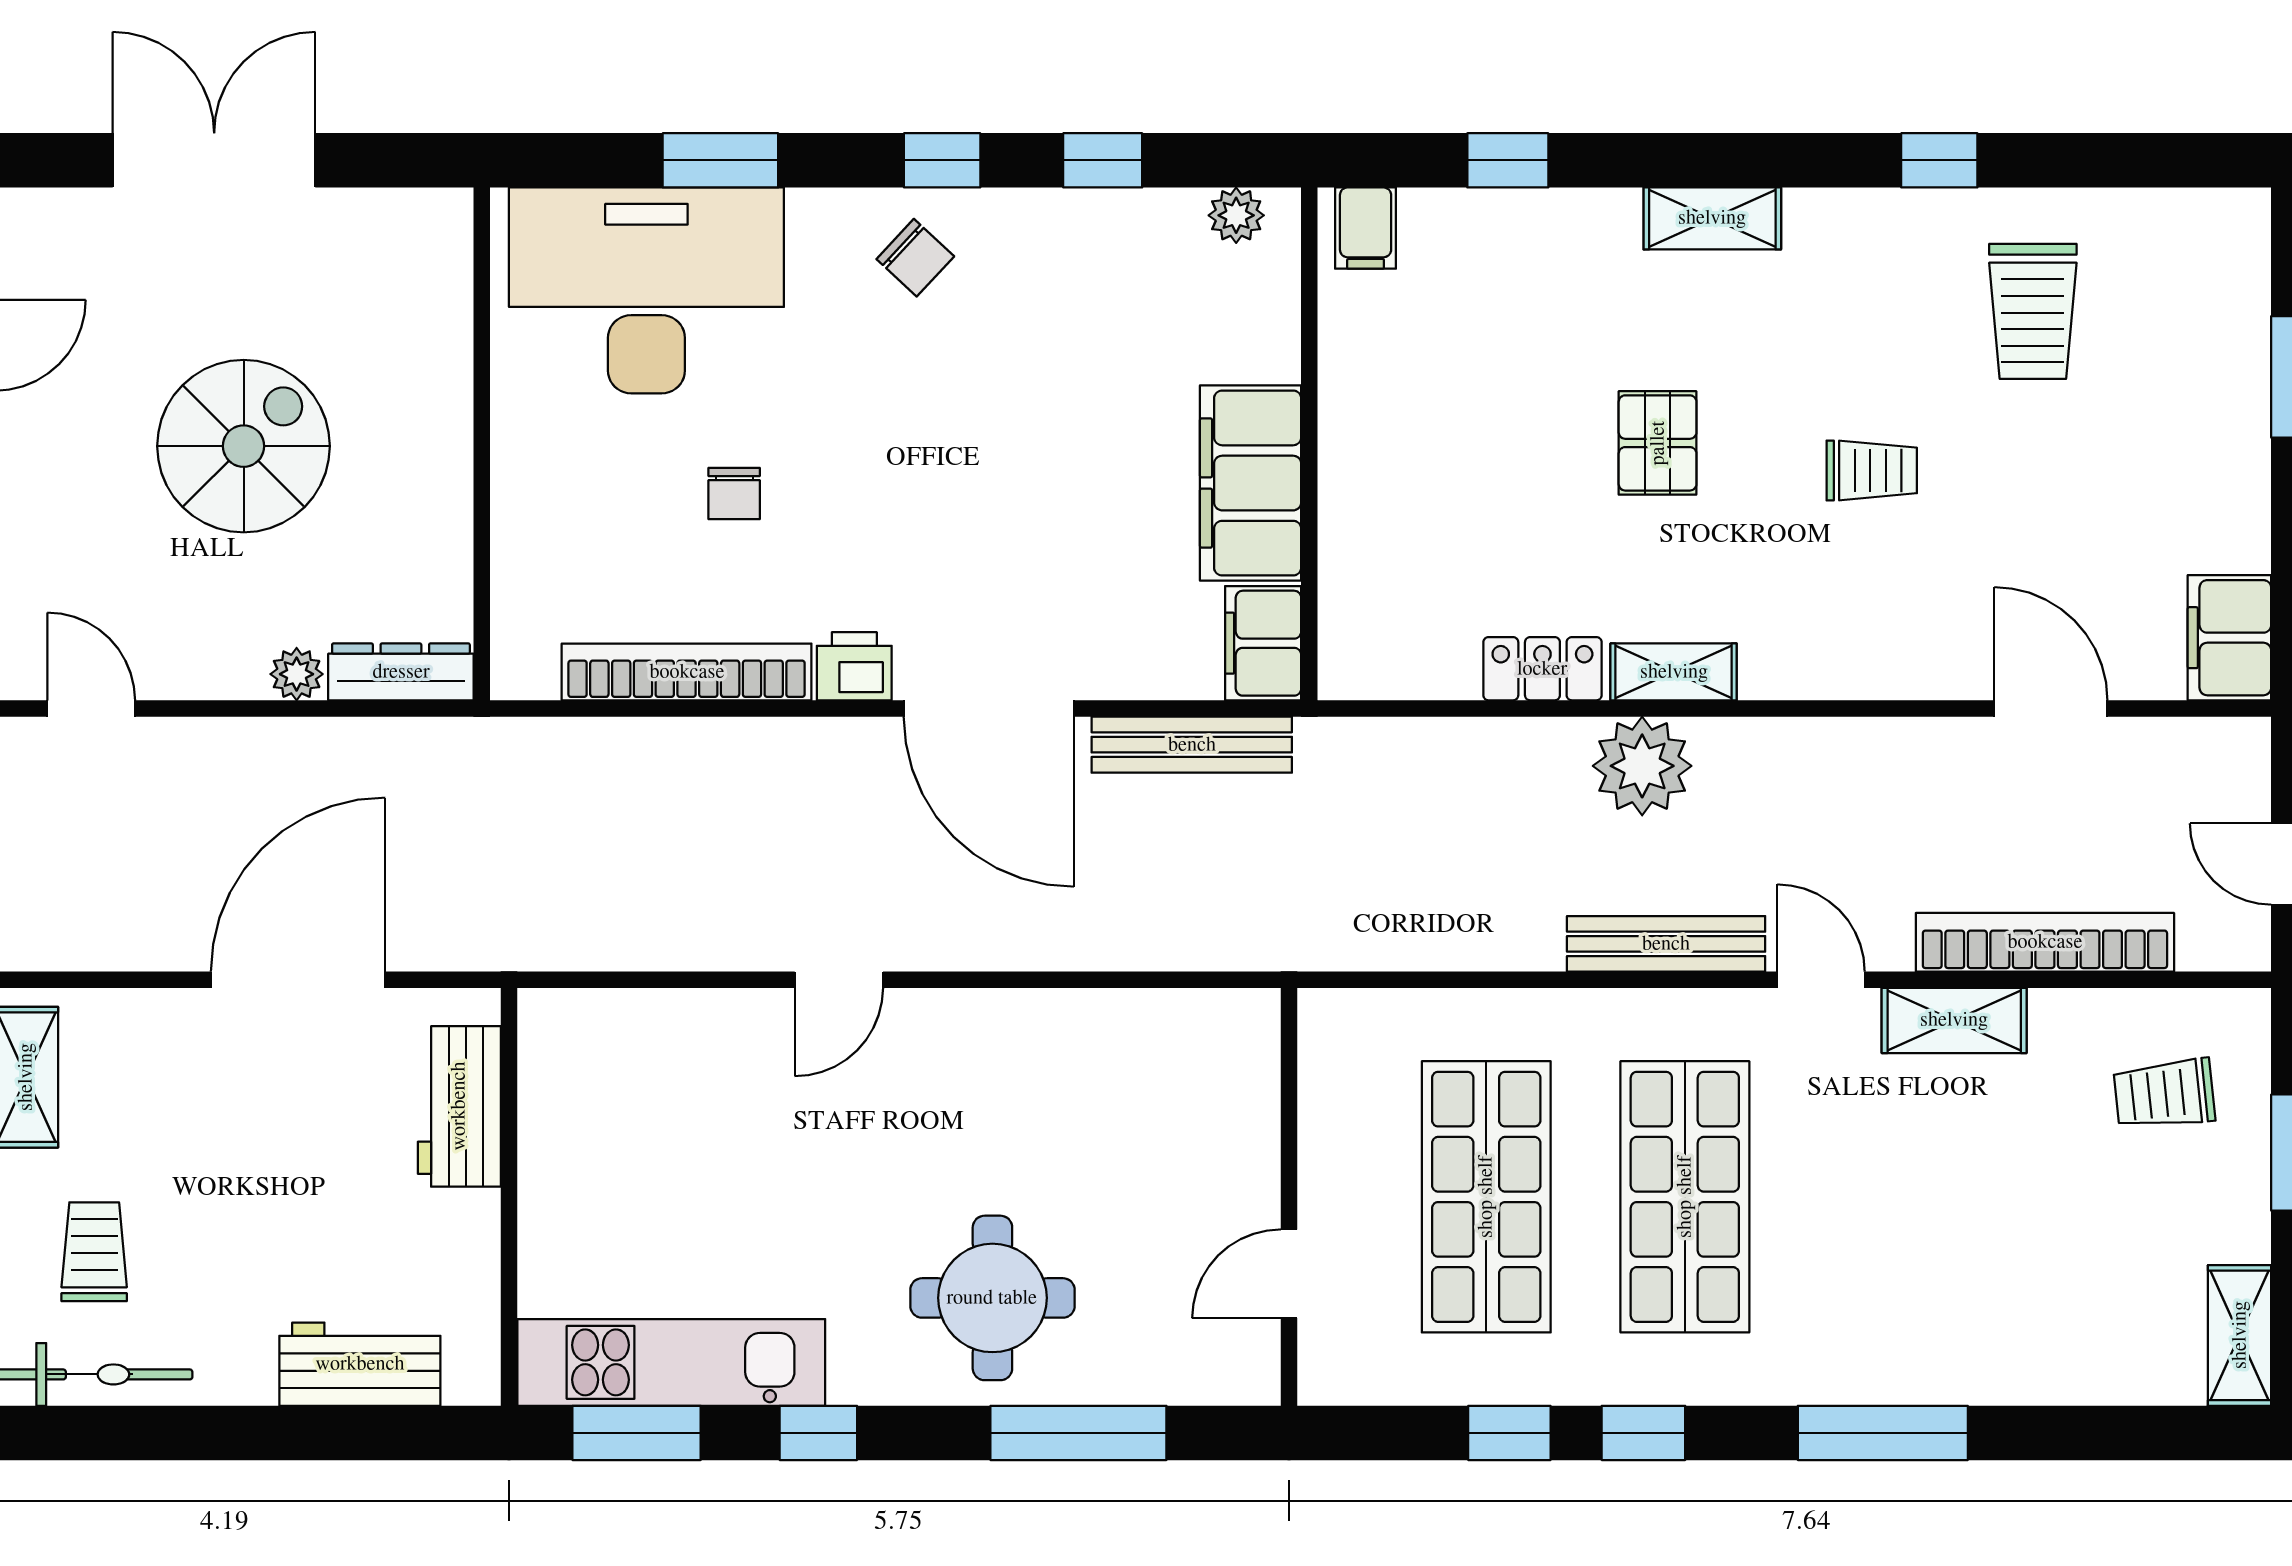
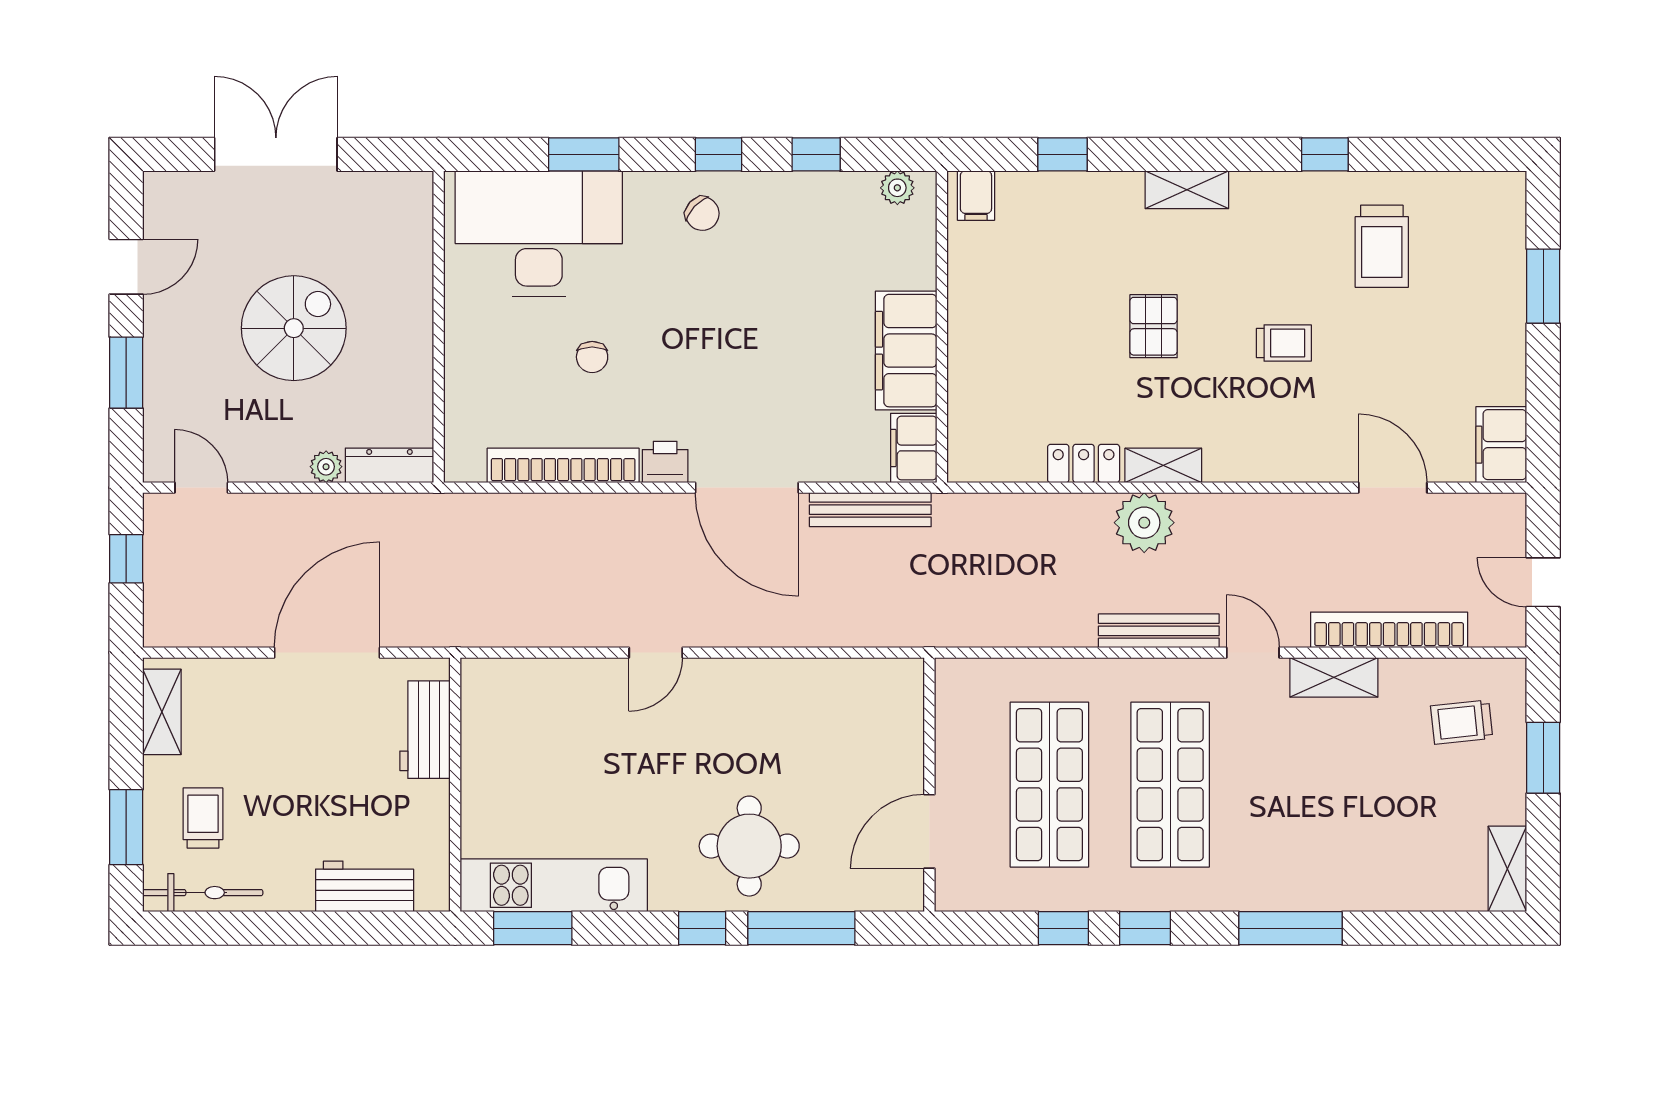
door: (1289, 1274) -> (929, 831), width x1.37
window: (818, 1433) -> (702, 928), moved

